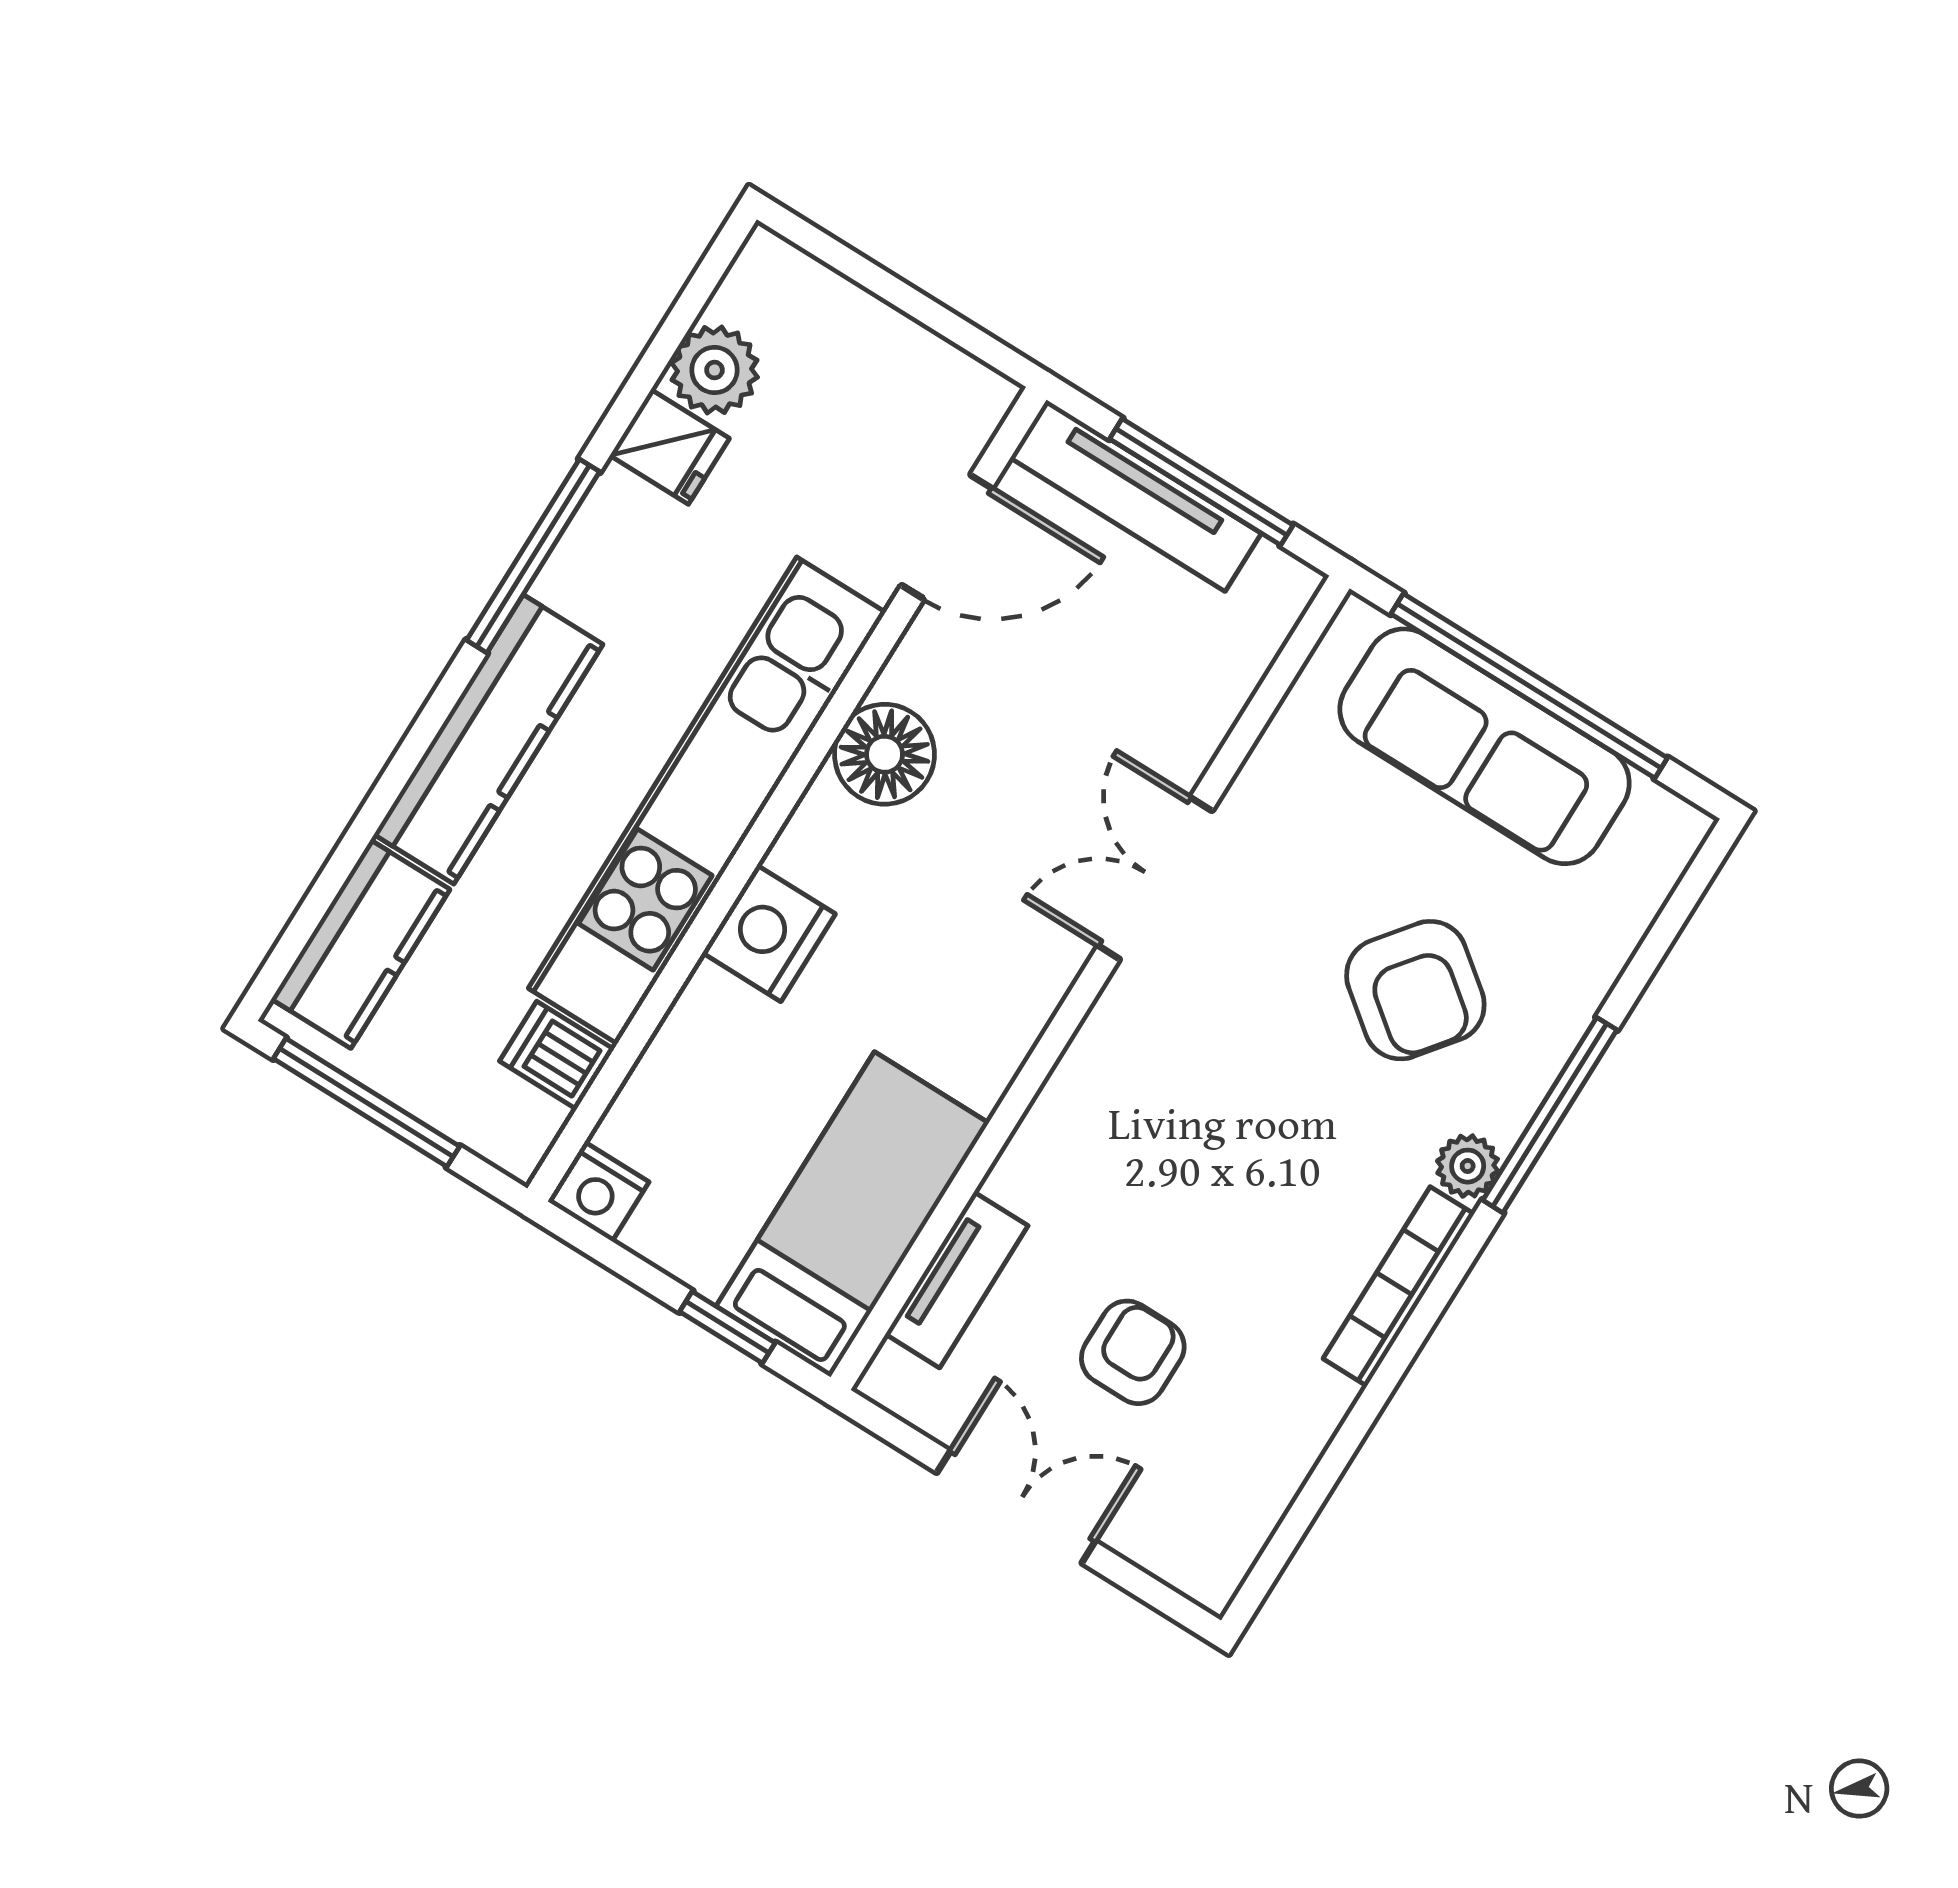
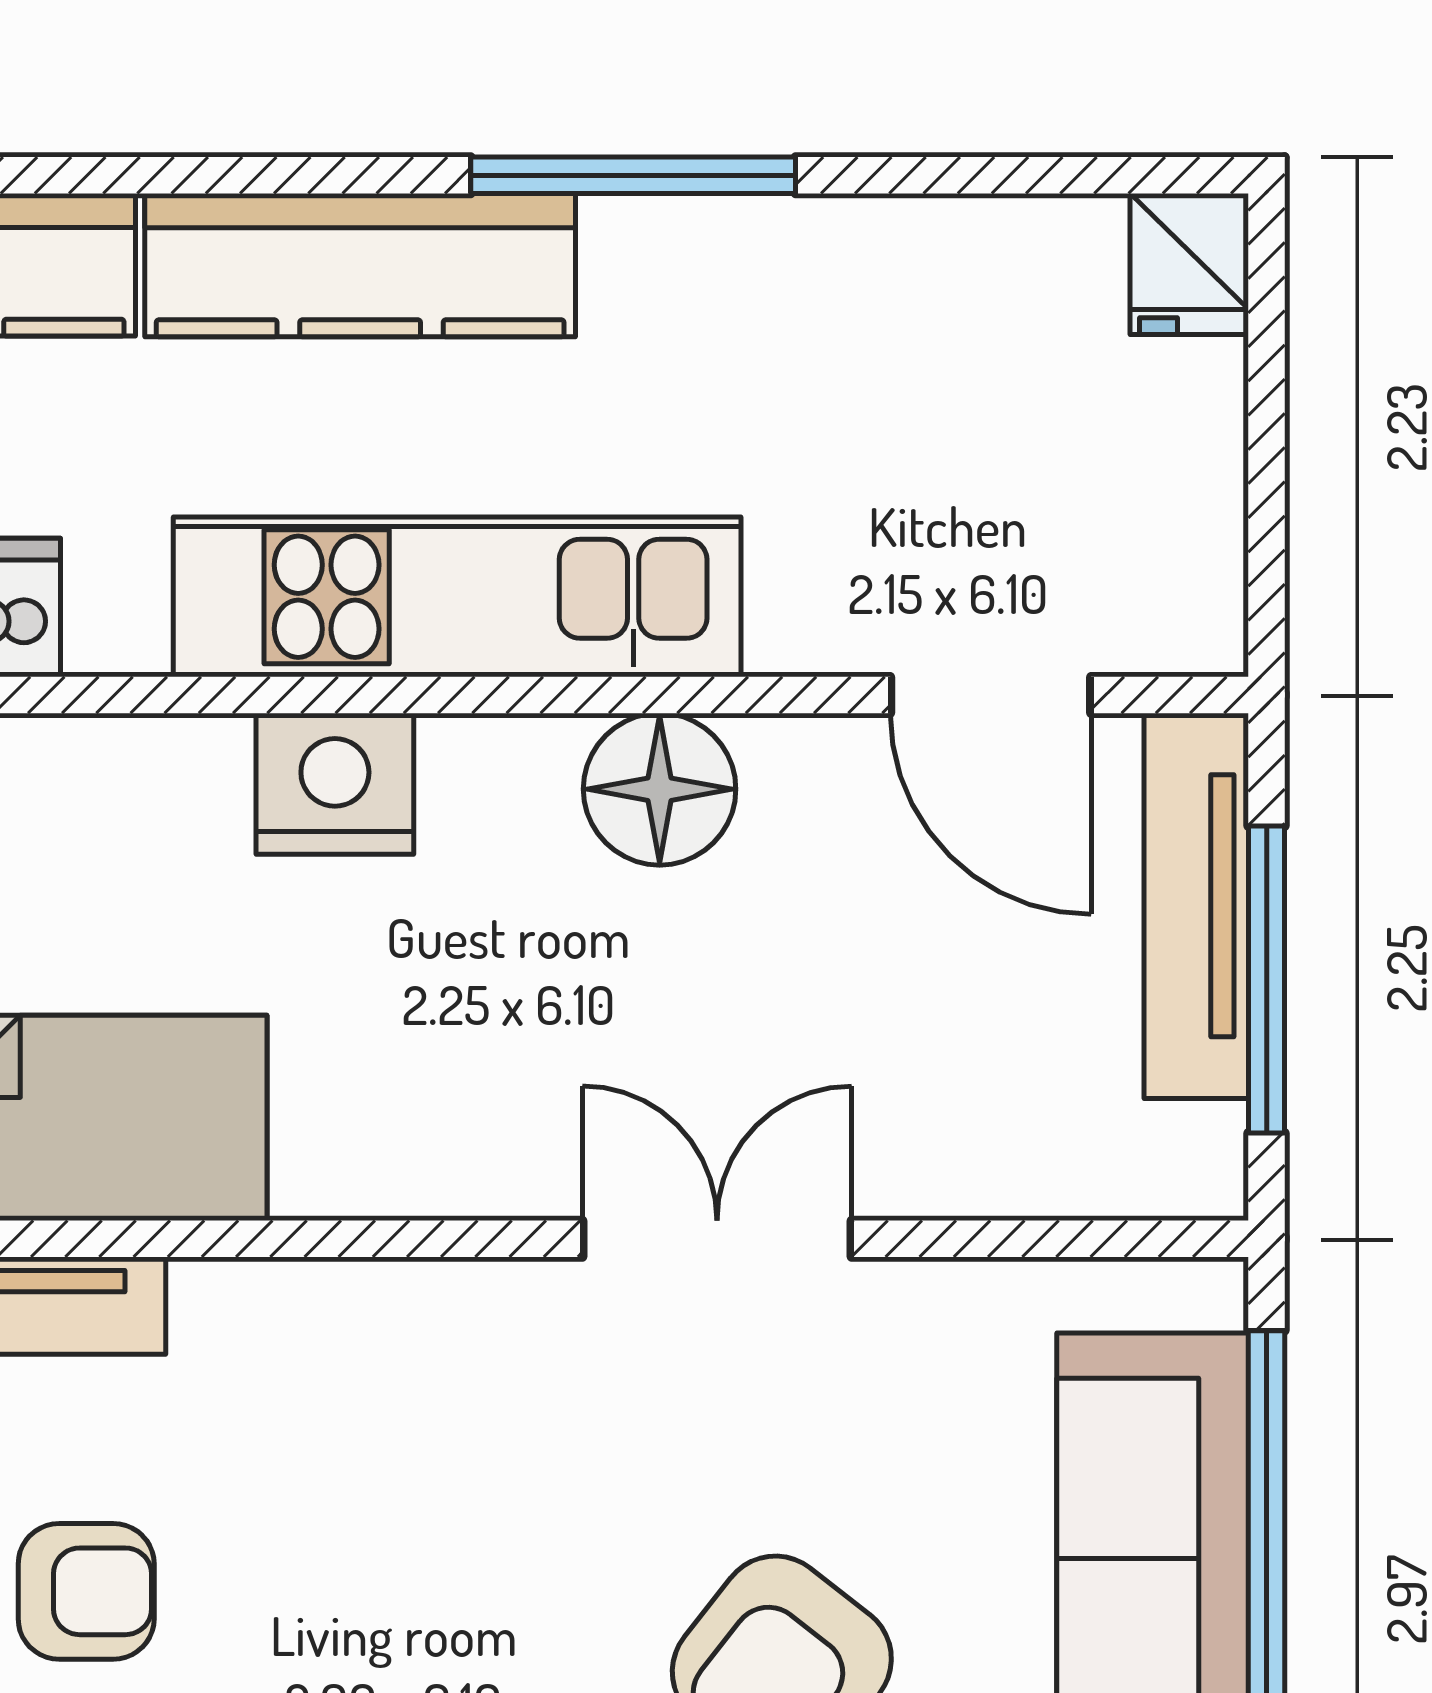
plant: (714, 370) -> (1020, 260), removed
fridge: (670, 447) -> (1189, 264), moved
kitchen unit: (707, 800) -> (457, 597), width x0.73

